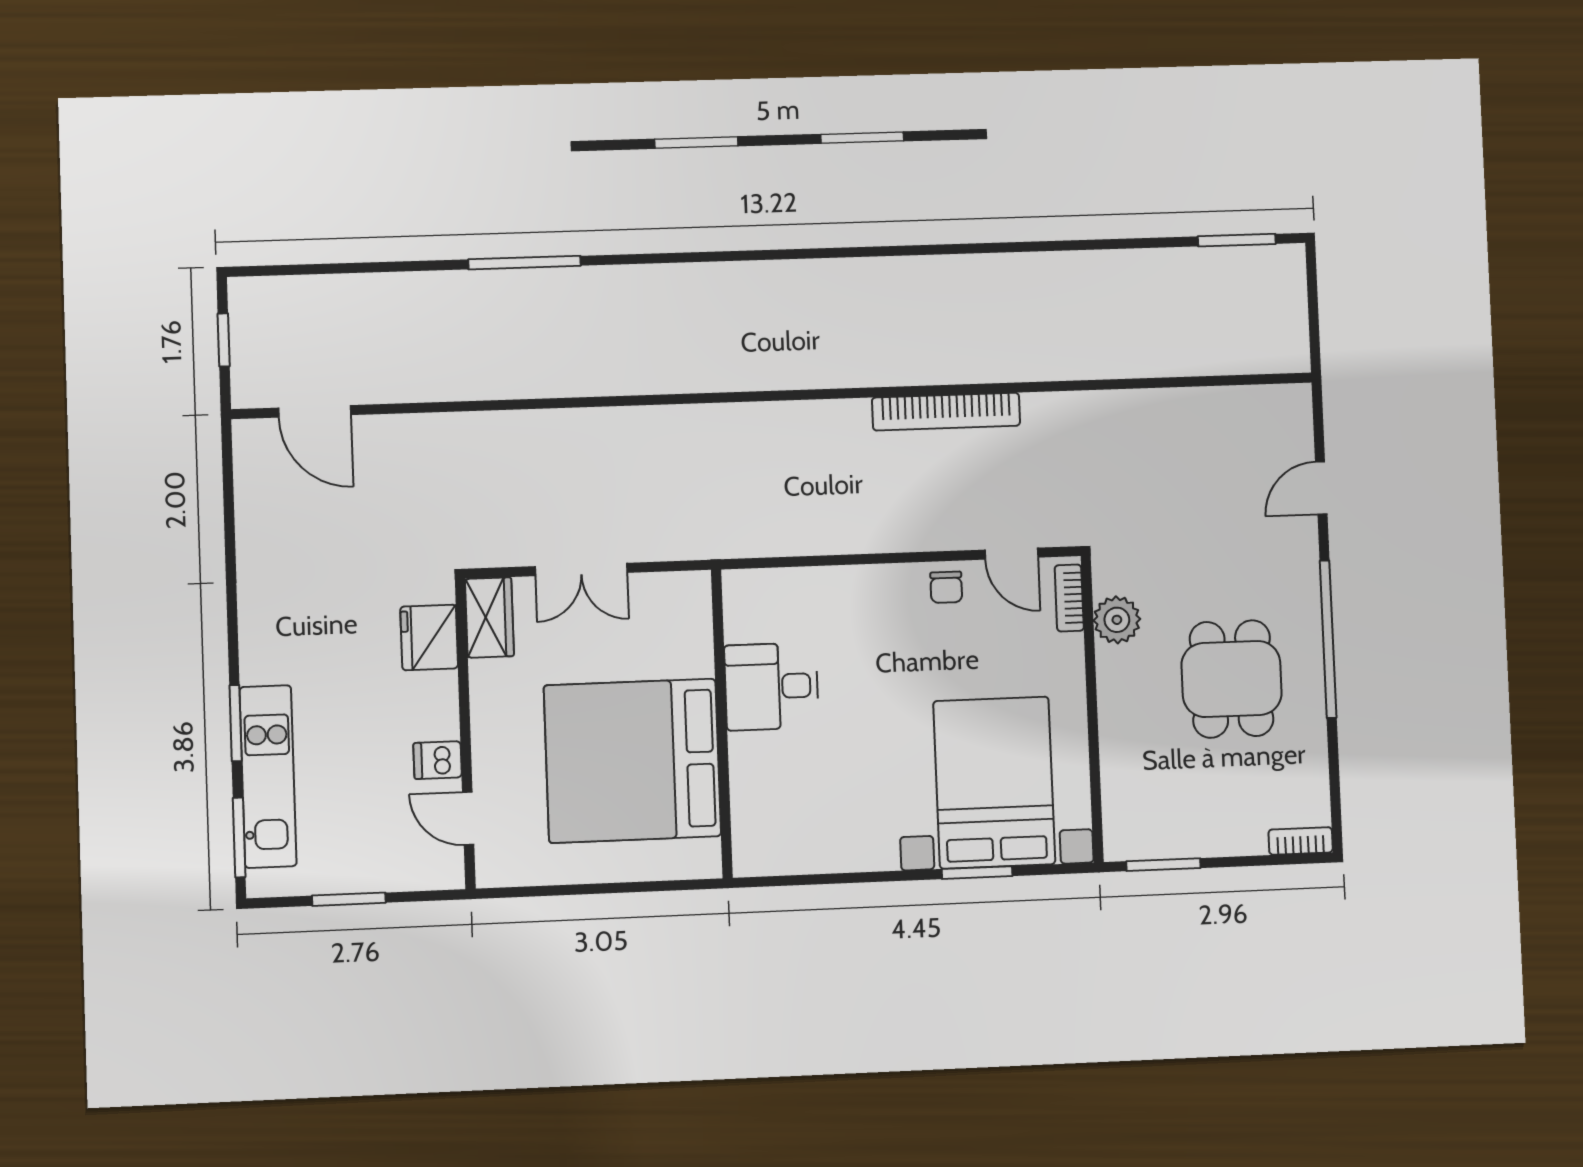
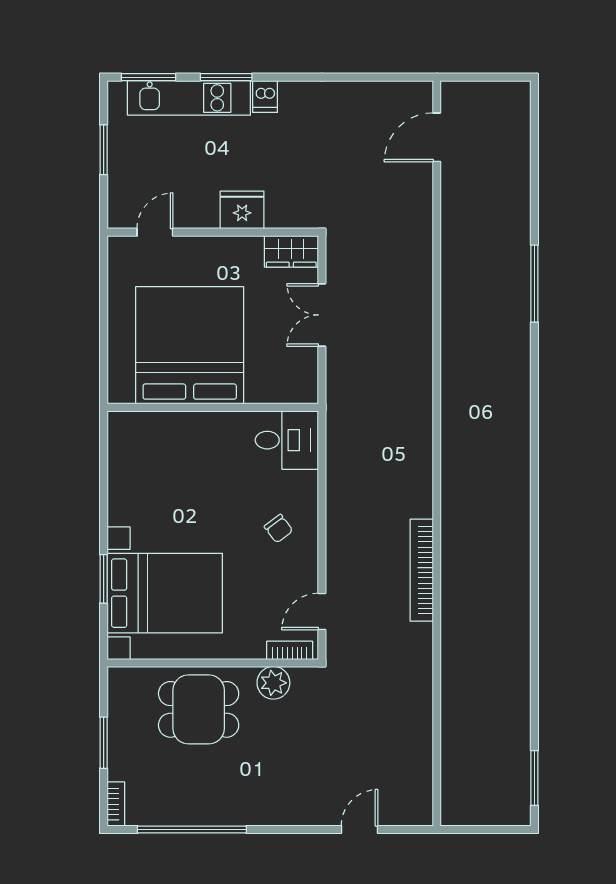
window: (224, 340) -> (488, 77), removed
door: (1321, 488) -> (360, 830), hinge flipped
chair: (946, 587) -> (278, 529), moved, turned -127
fridge: (429, 637) -> (242, 210), moved
window: (1328, 639) -> (192, 830), moved
dining table: (1232, 679) -> (199, 709), moved
desk: (772, 686) -> (287, 440), moved, turned 90
dishwasher: (438, 760) -> (265, 97), moved, turned 180
window: (1163, 865) -> (104, 743), moved

